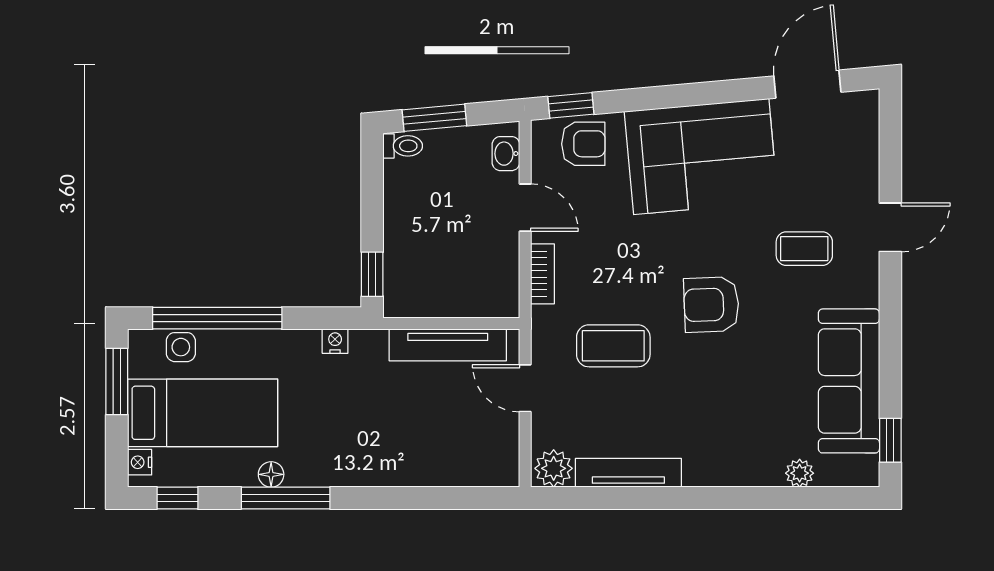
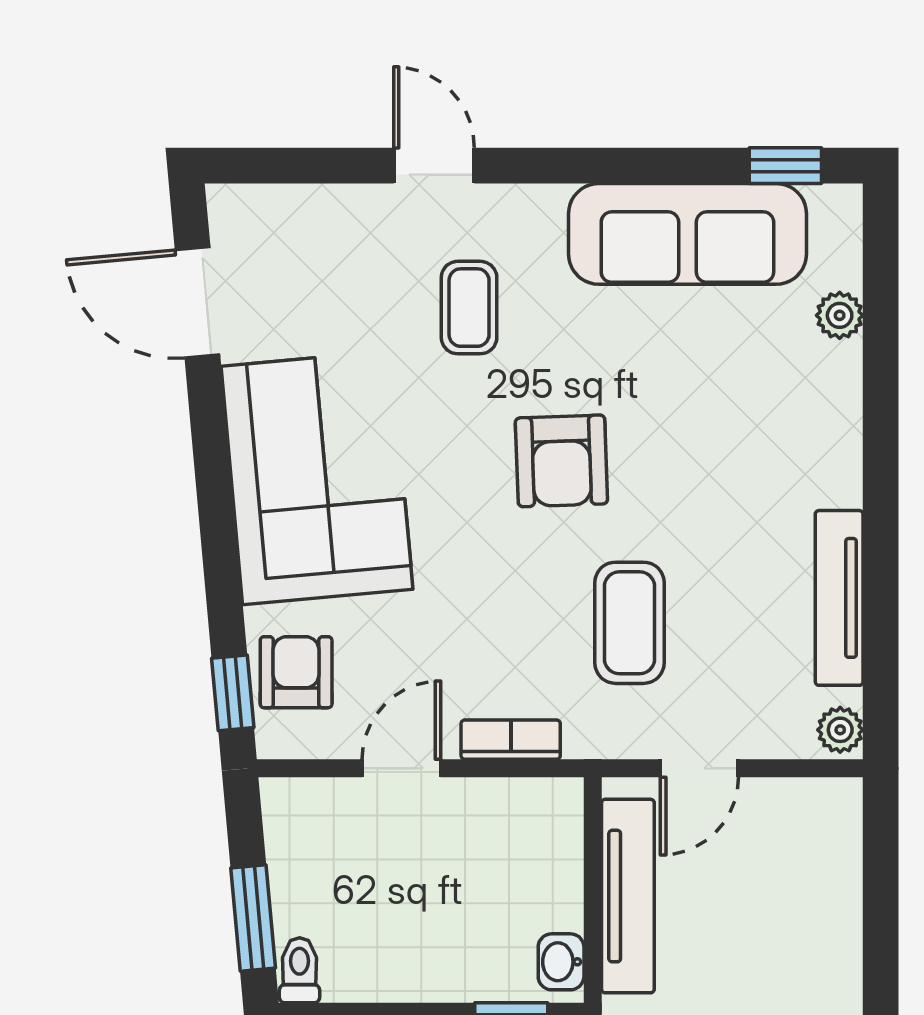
washbasin: (506, 154) -> (561, 962), moved, turned 90
plant: (554, 468) -> (840, 730), width x0.73, depth x0.73

